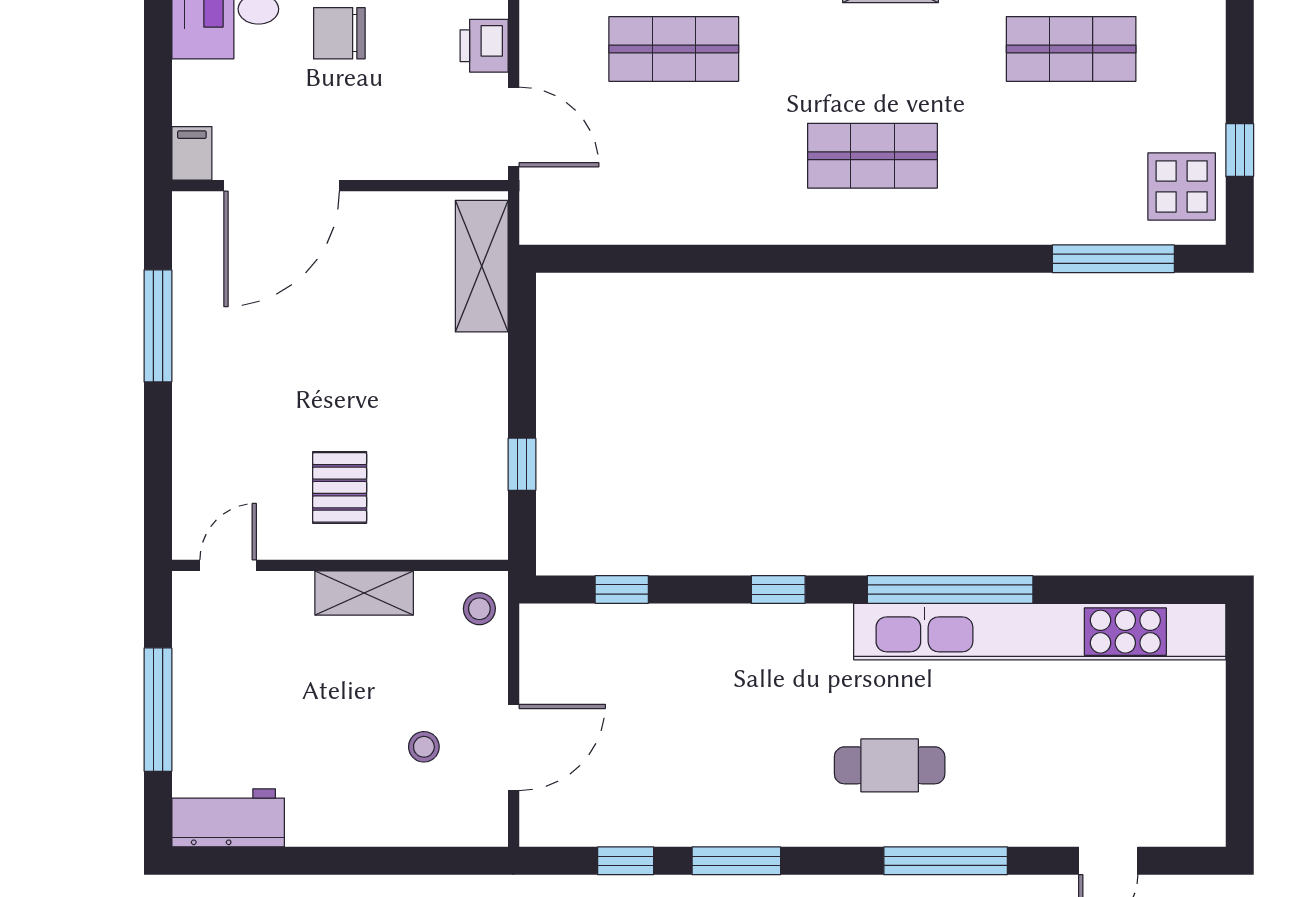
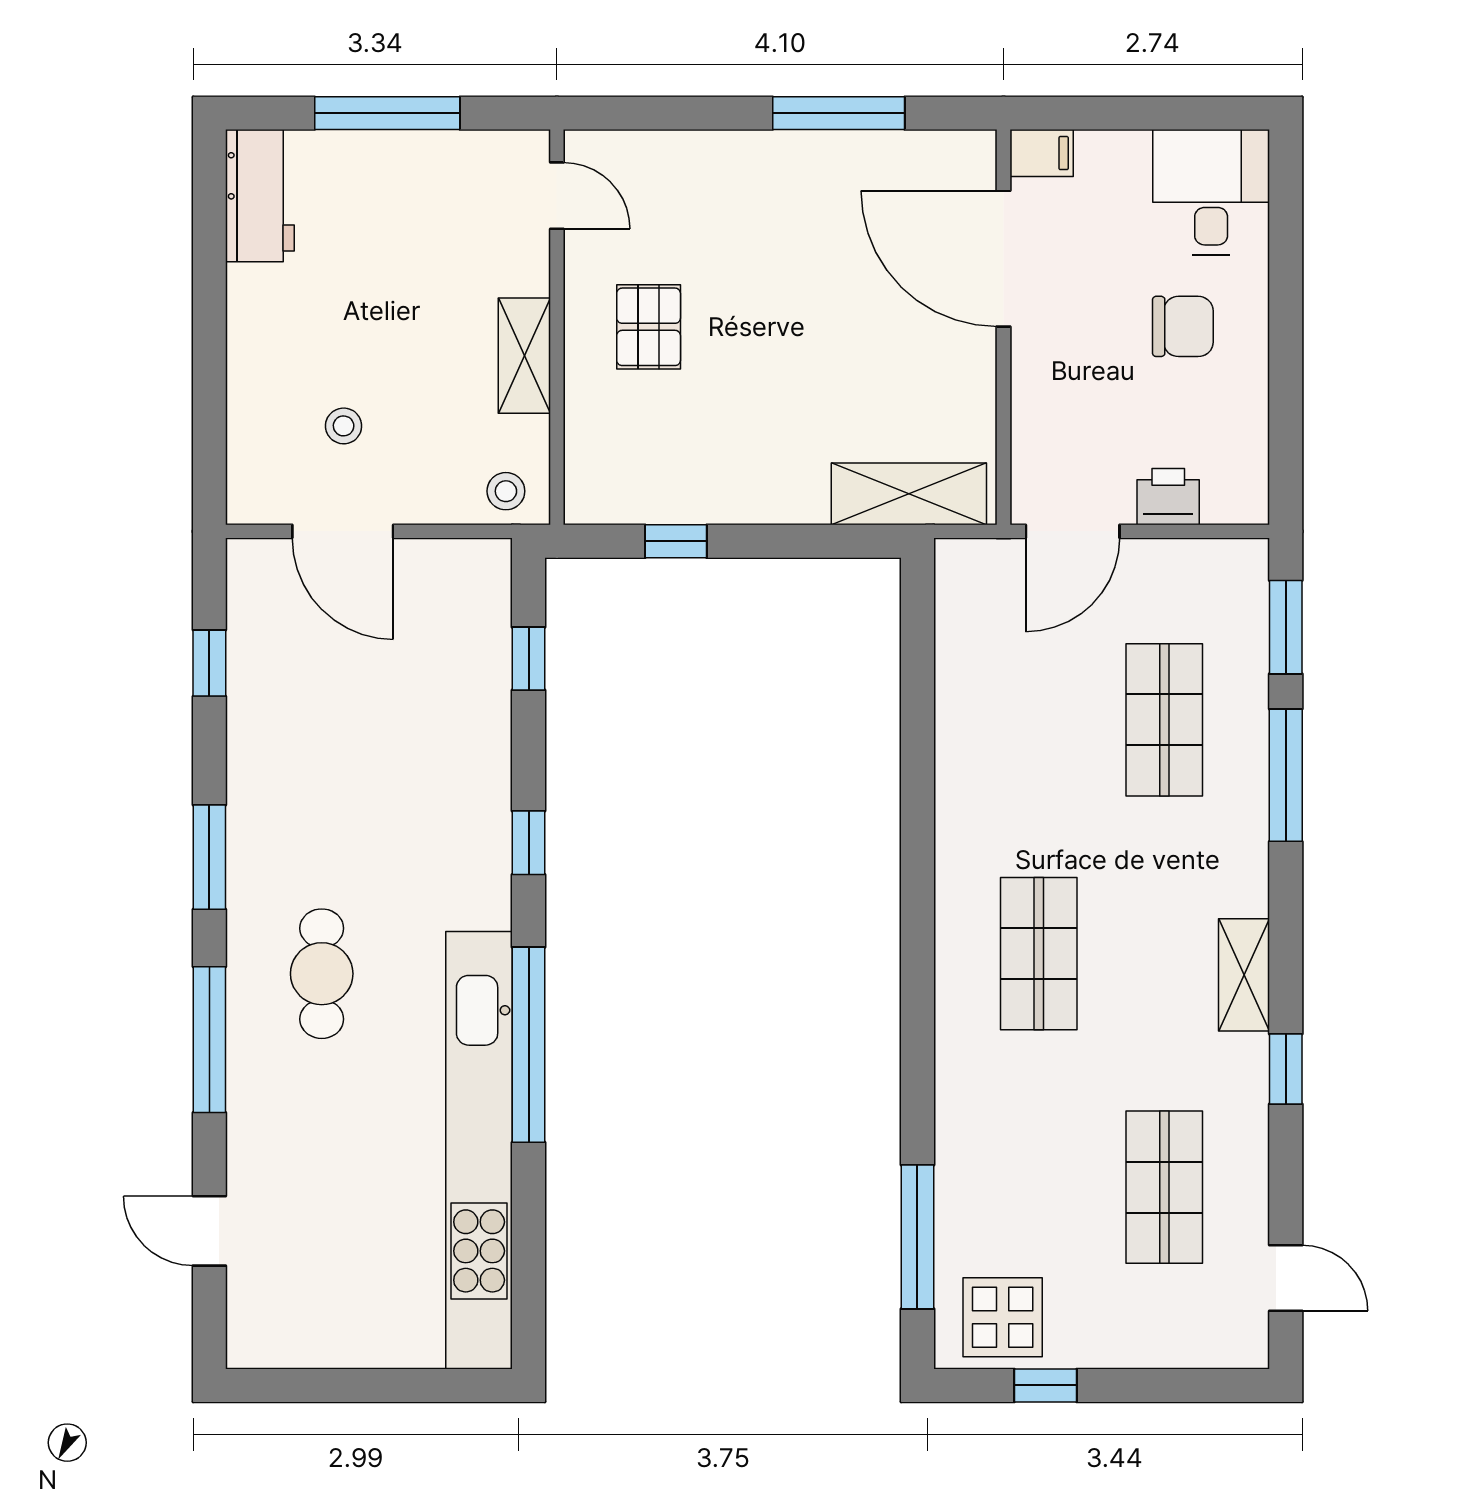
chair: (339, 33) -> (1183, 326), turned 90
pallet: (340, 487) -> (649, 327), turned 90
window: (736, 861) -> (209, 857), moved

